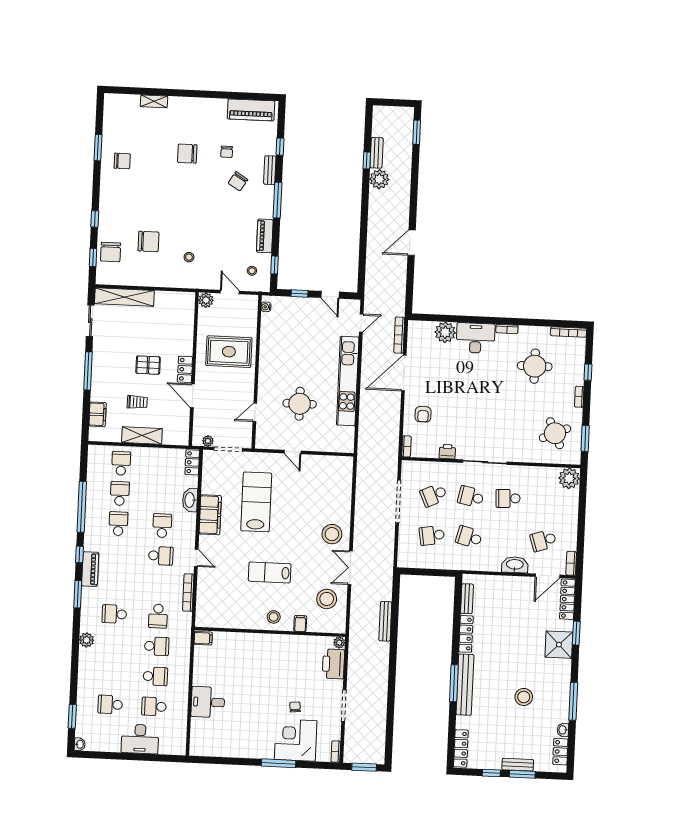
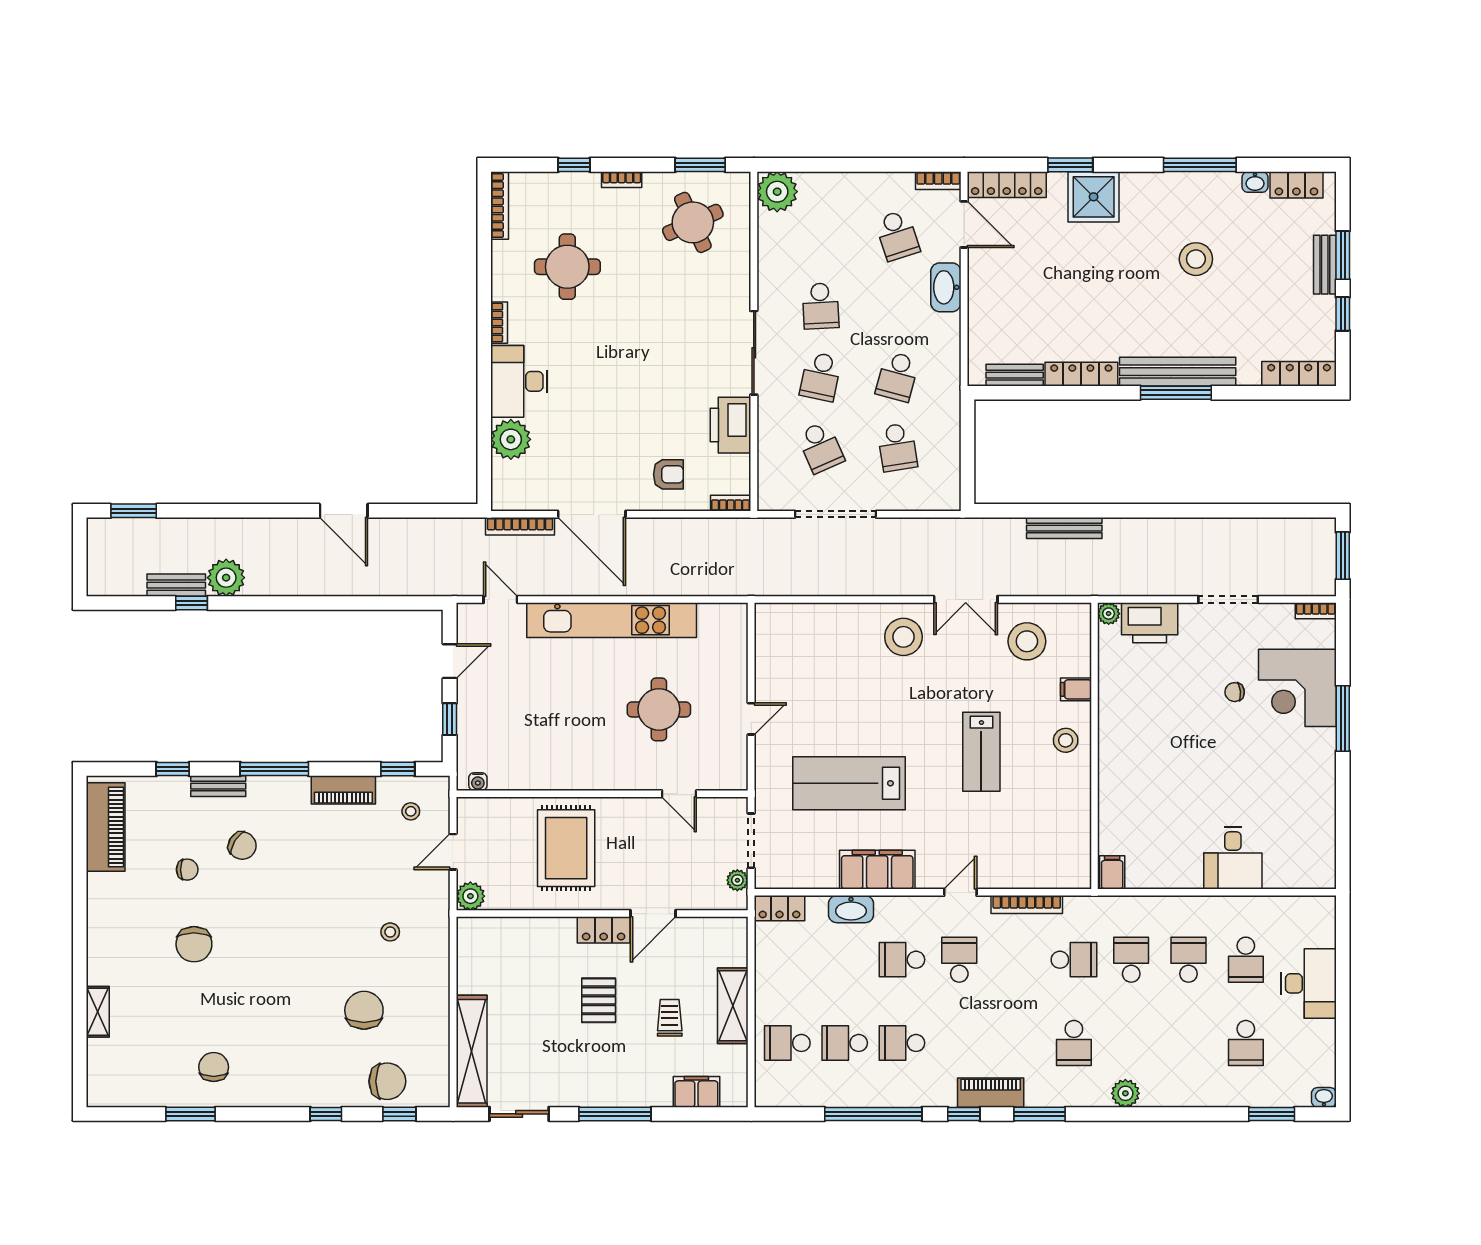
printer: (447, 452) -> (730, 425), width x1.87, depth x1.48

